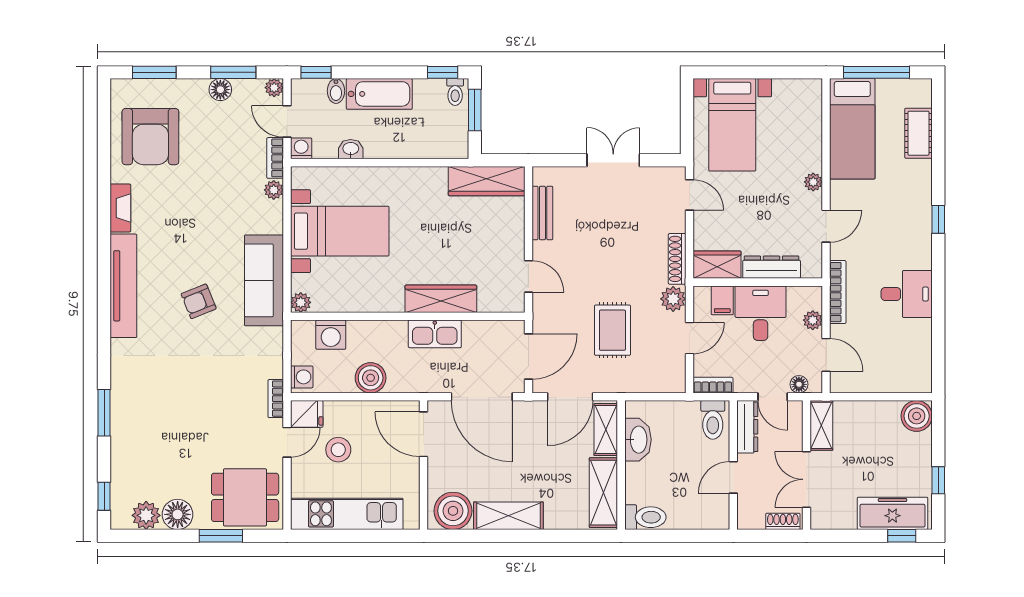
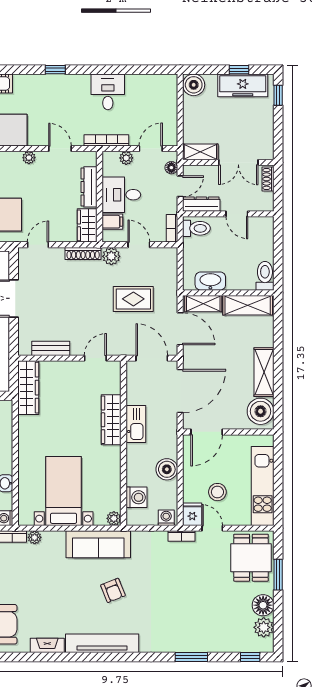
freezer: (892, 513) -> (243, 85), moved, turned -90

